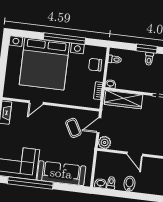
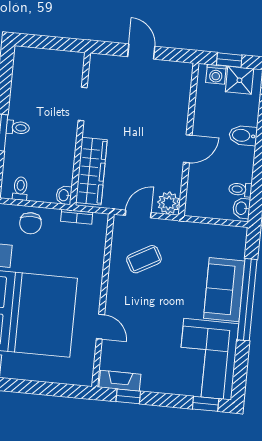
door: (99, 125) -> (138, 214), swing flipped
sofa: (61, 173) -> (224, 290), width x0.73
window: (30, 183) -> (247, 300), moved
bidet: (129, 184) -> (243, 135), moved

